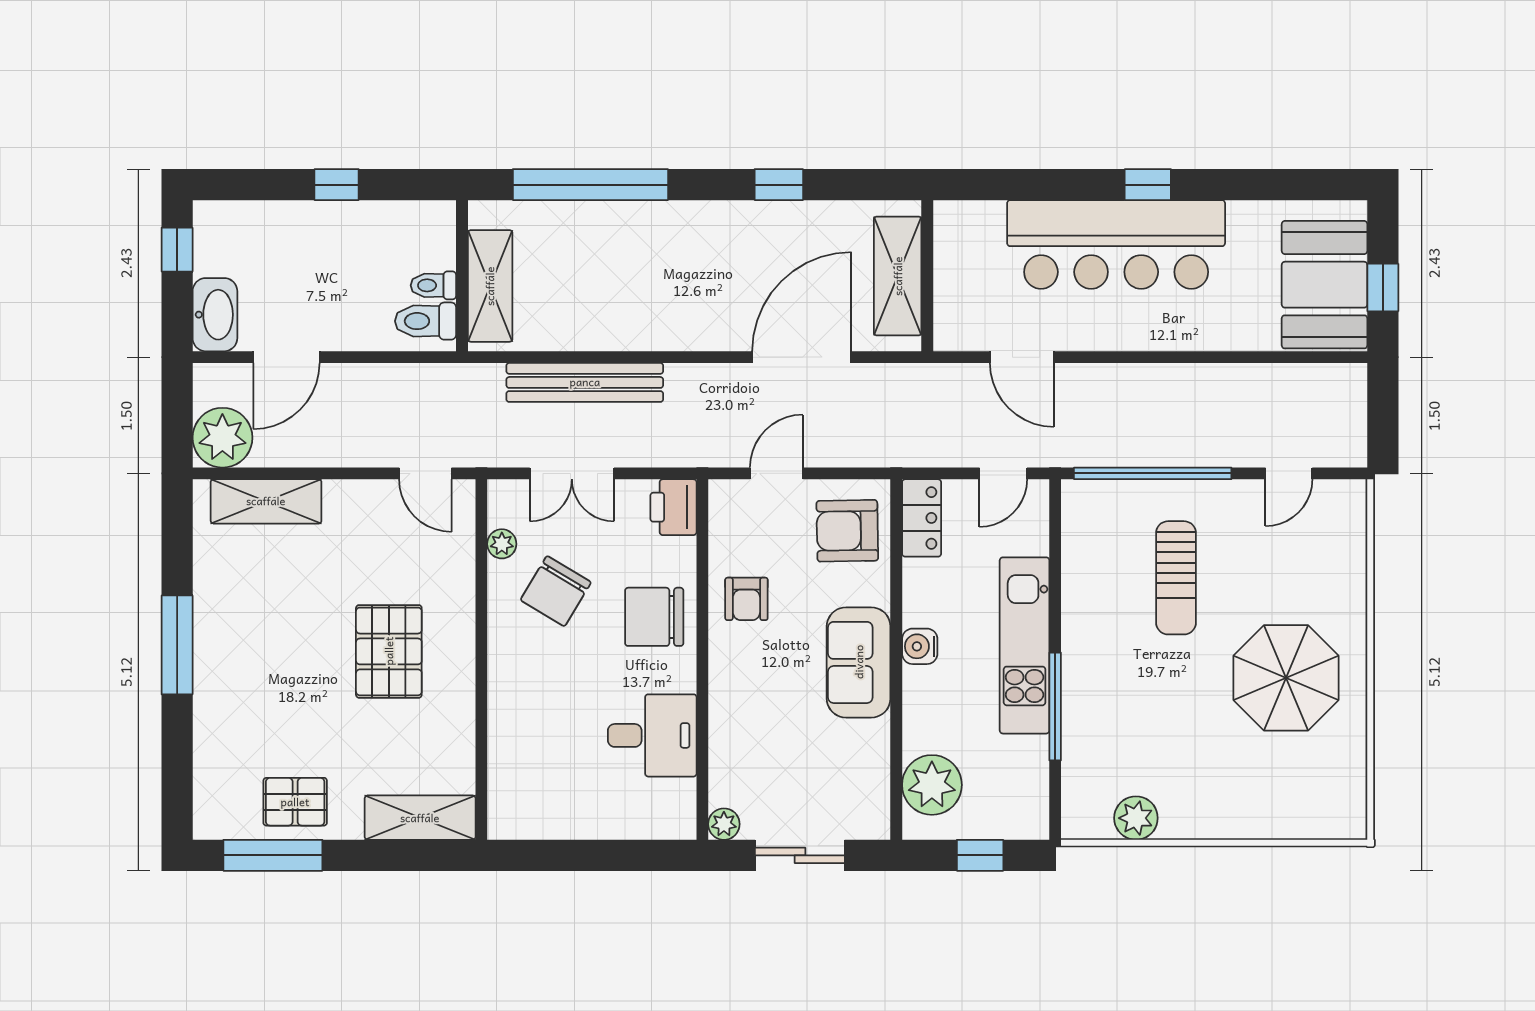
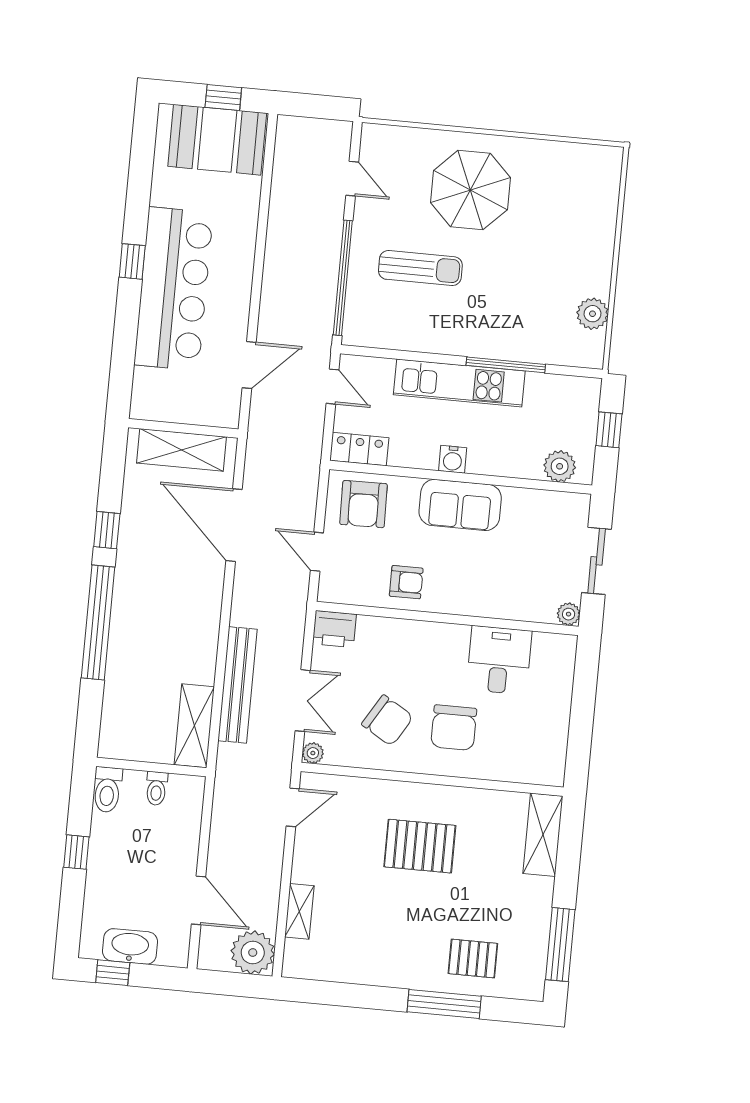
window: (590, 185) -> (98, 623), moved
shelving: (490, 286) -> (194, 726), moved, turned 90
washbasin: (215, 315) -> (130, 946), moved
toilet: (426, 321) -> (107, 790), moved
shelving: (266, 501) -> (299, 911), width x0.67, depth x0.75
plant: (502, 544) -> (313, 753), moved
chair: (654, 617) -> (454, 728), moved
window: (177, 645) -> (444, 1004), moved
parasol: (1286, 678) -> (470, 190), moved
plant: (932, 785) -> (560, 466), width x0.73, depth x0.73
pallet: (295, 802) -> (473, 959), moved, turned 90

